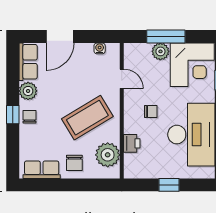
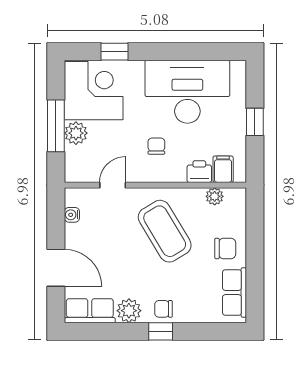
plant: (108, 155) -> (215, 196), width x0.53, depth x0.53
filing cabinet: (134, 161) -> (223, 169), added

